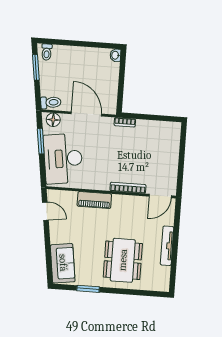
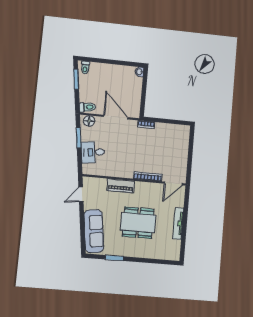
desk: (63, 159) -> (93, 152), width x0.53, depth x0.77
door: (45, 211) -> (81, 194), swing flipped
dining table: (123, 260) -> (138, 223), moved, turned 90
sofa: (63, 263) -> (94, 231), width x1.36

